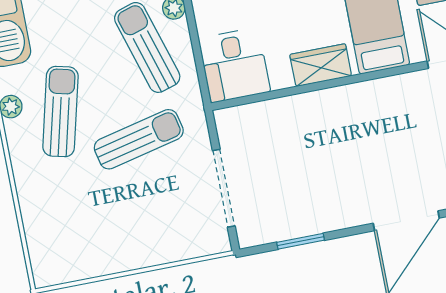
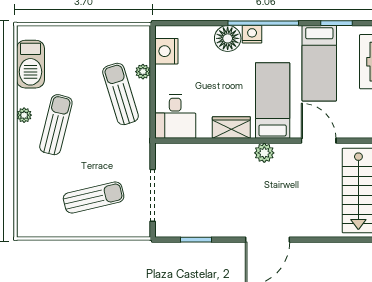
plant: (377, 93) -> (264, 153), added
sun lounger: (139, 139) -> (94, 198), moved

